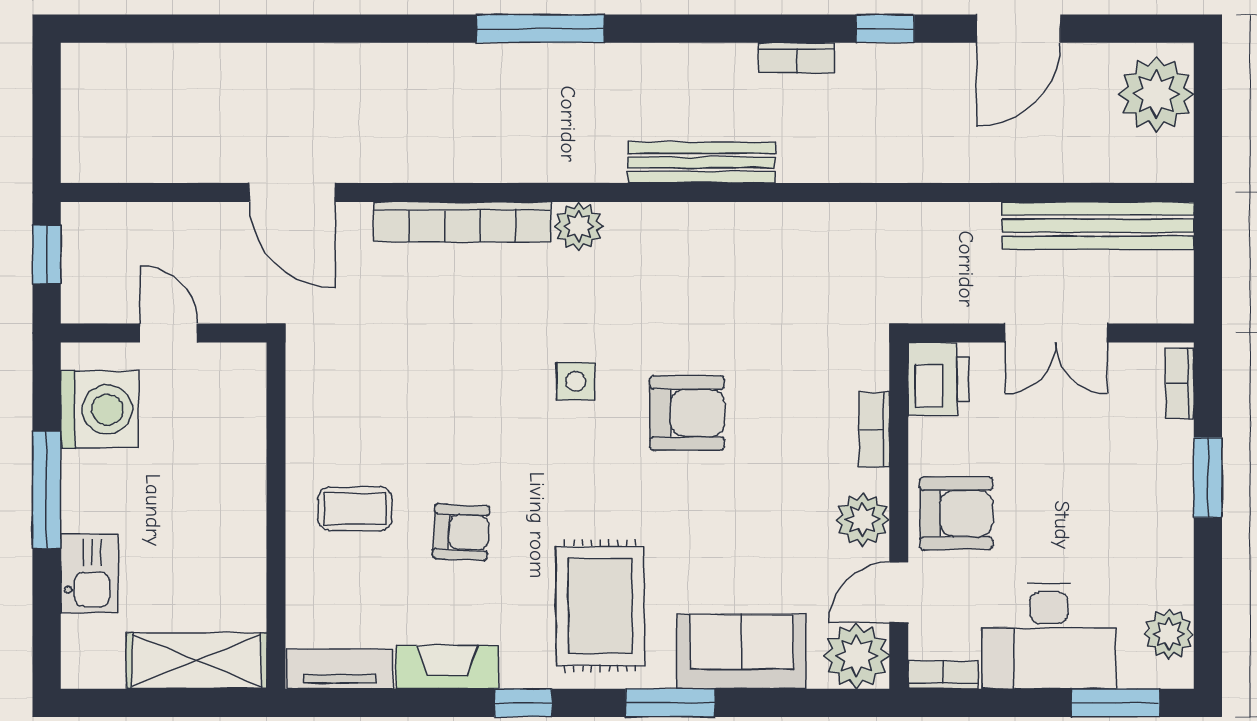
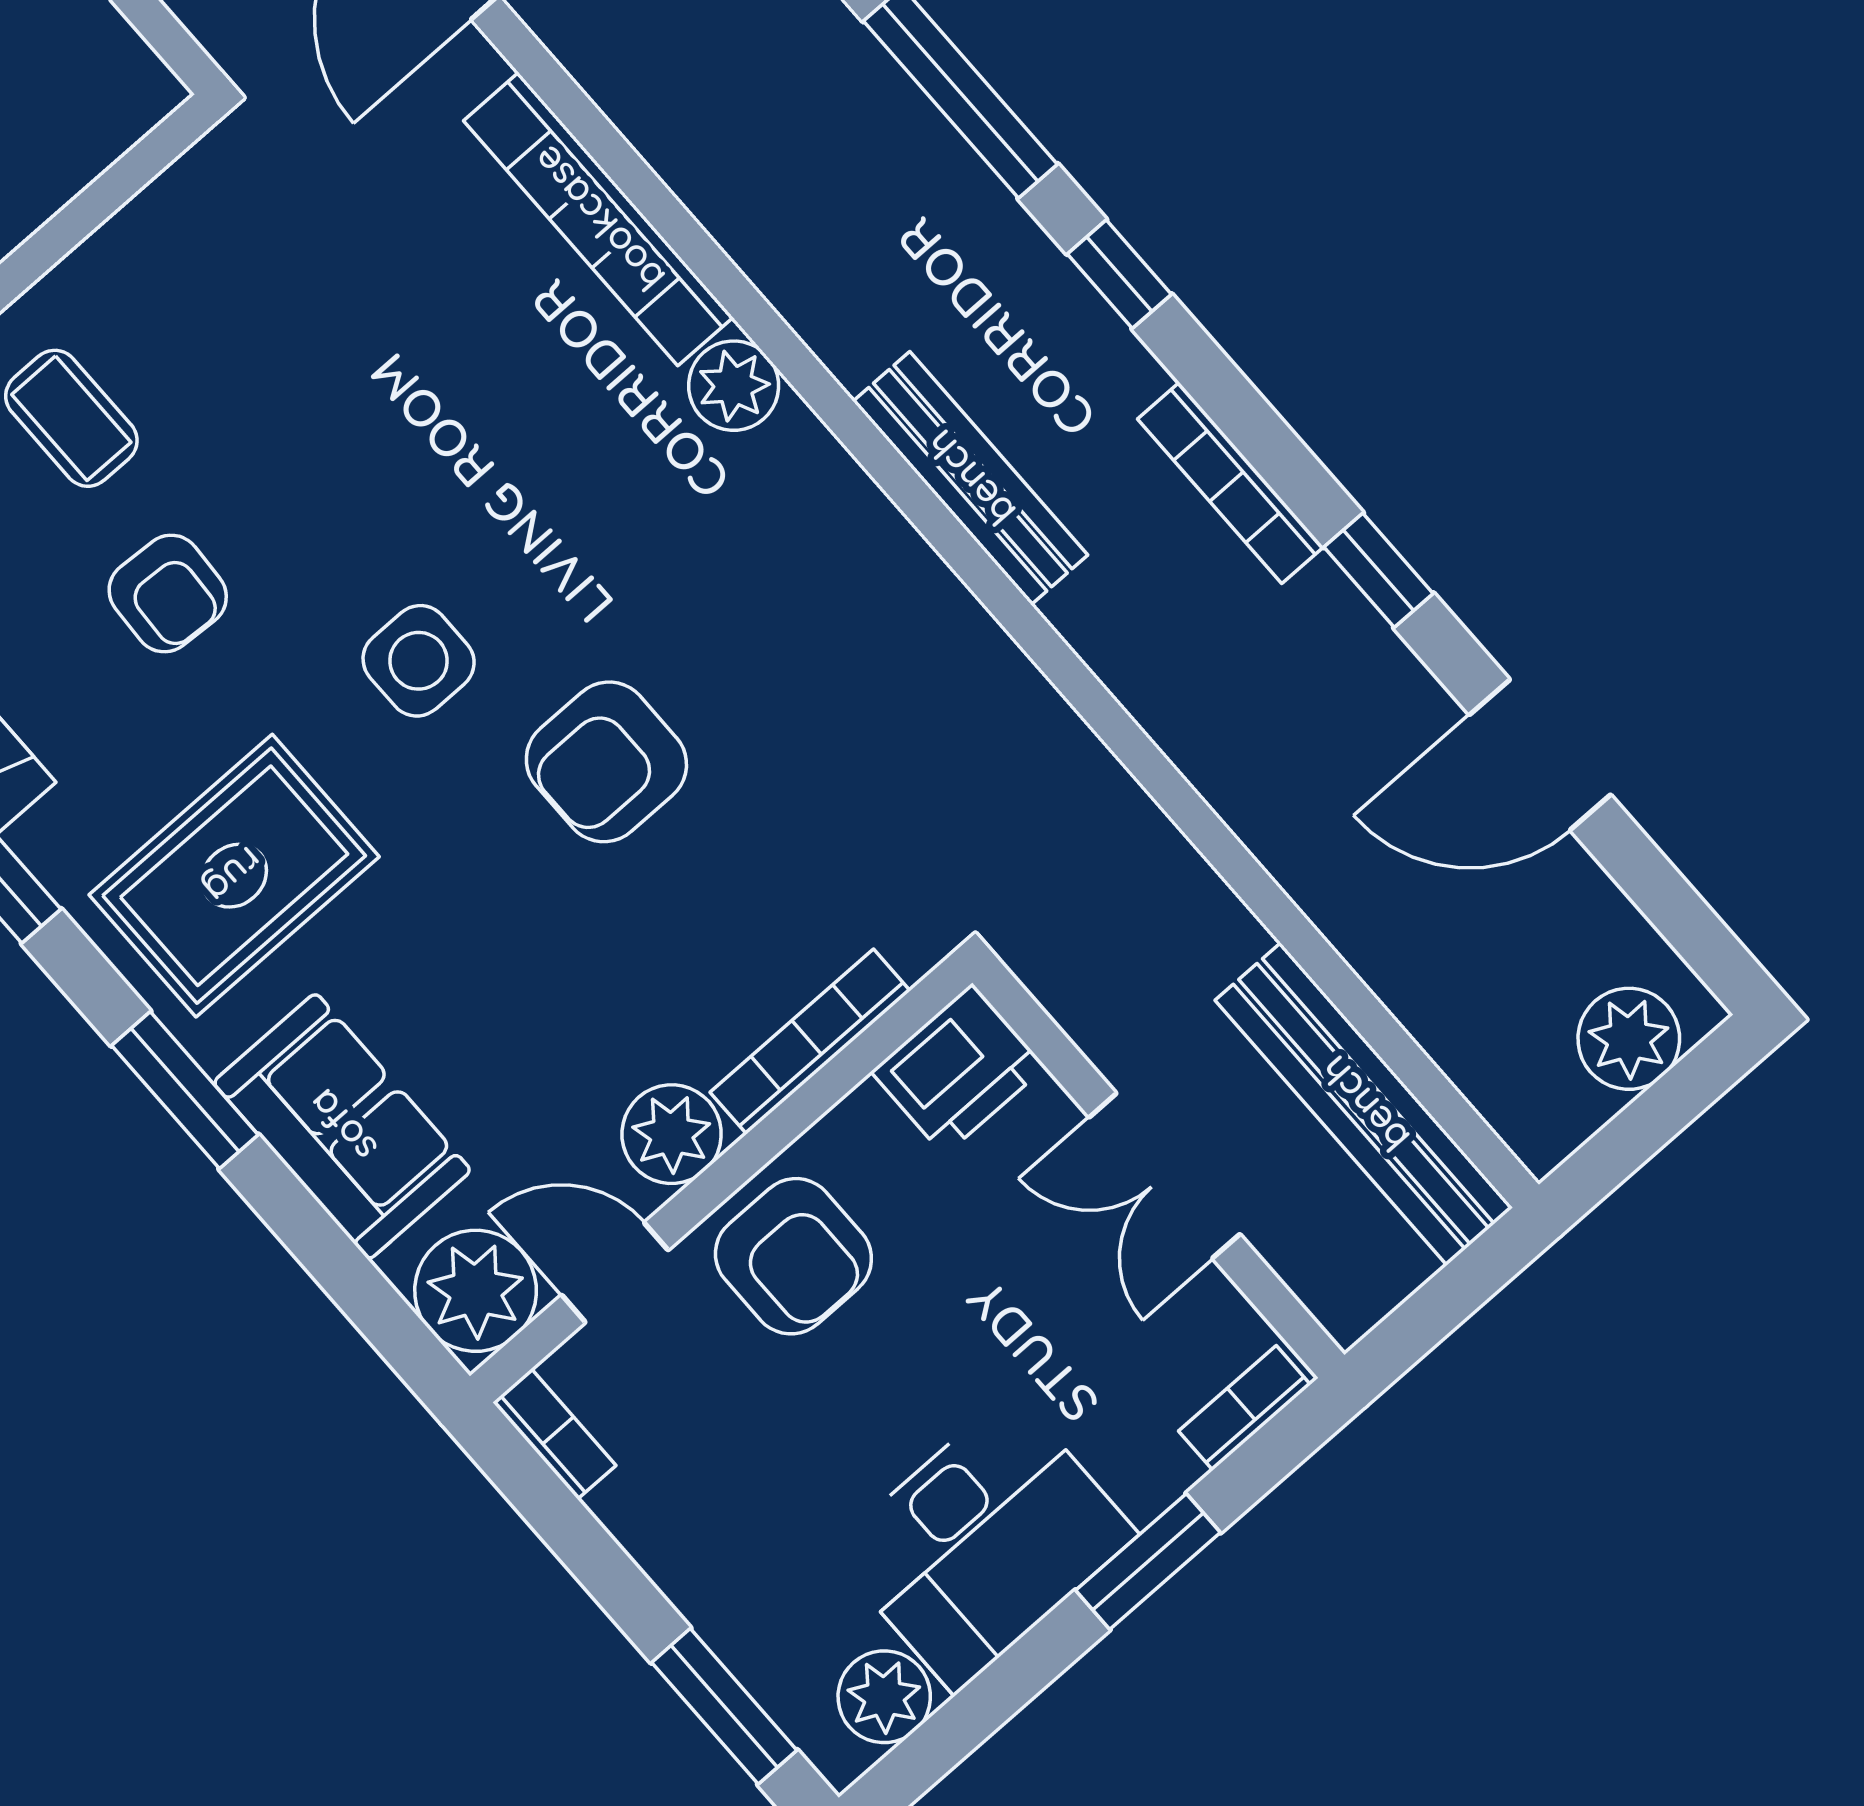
window: (671, 29) -> (1119, 274), added
bookcase: (796, 58) -> (1231, 483), width x1.56
plant: (1156, 94) -> (1629, 1039), width x0.73, depth x0.73
side table: (576, 381) -> (419, 661), moved, width x1.37, depth x1.37
armchair: (687, 413) -> (606, 762), turned 90
bookcase: (874, 430) -> (810, 1042), width x1.56
desk: (1049, 636) -> (983, 1542), moved, turned -90

